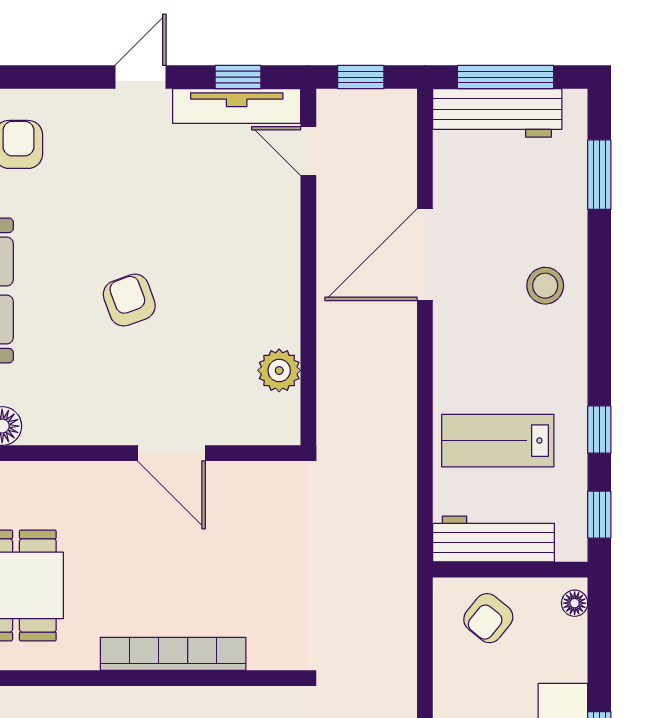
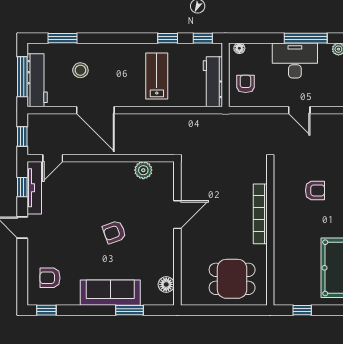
stool: (545, 286) -> (80, 70), moved
lab bench: (498, 441) -> (157, 76), moved, turned 180
armchair: (488, 618) -> (246, 84), turned -129

